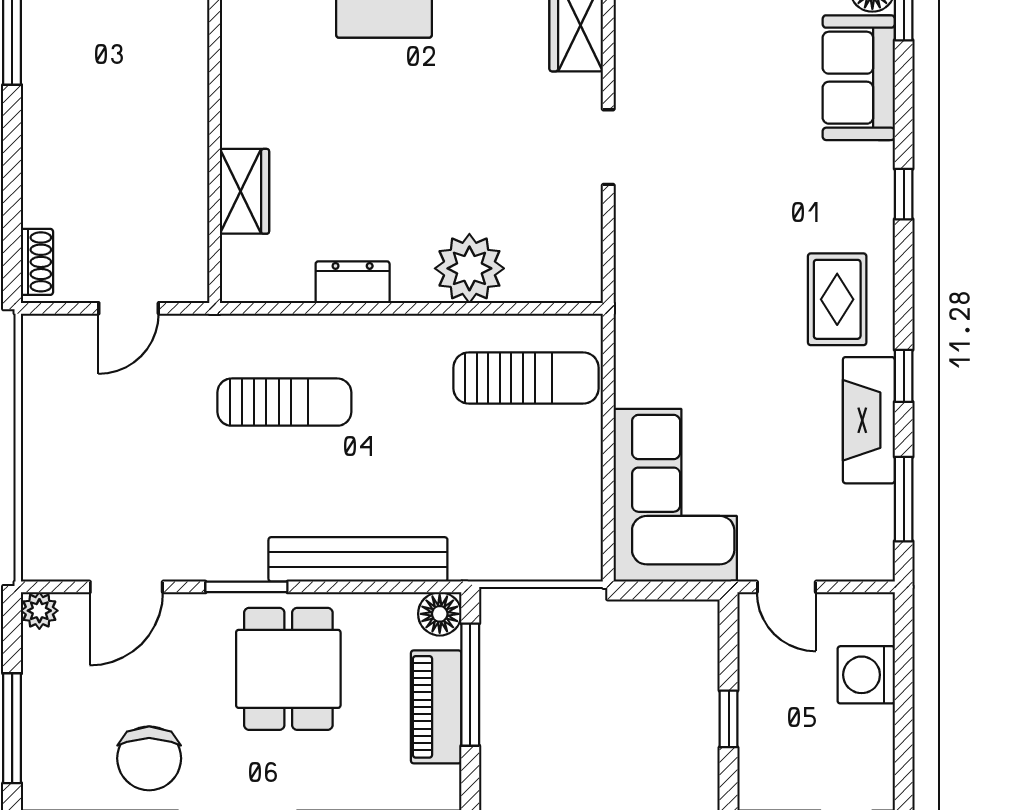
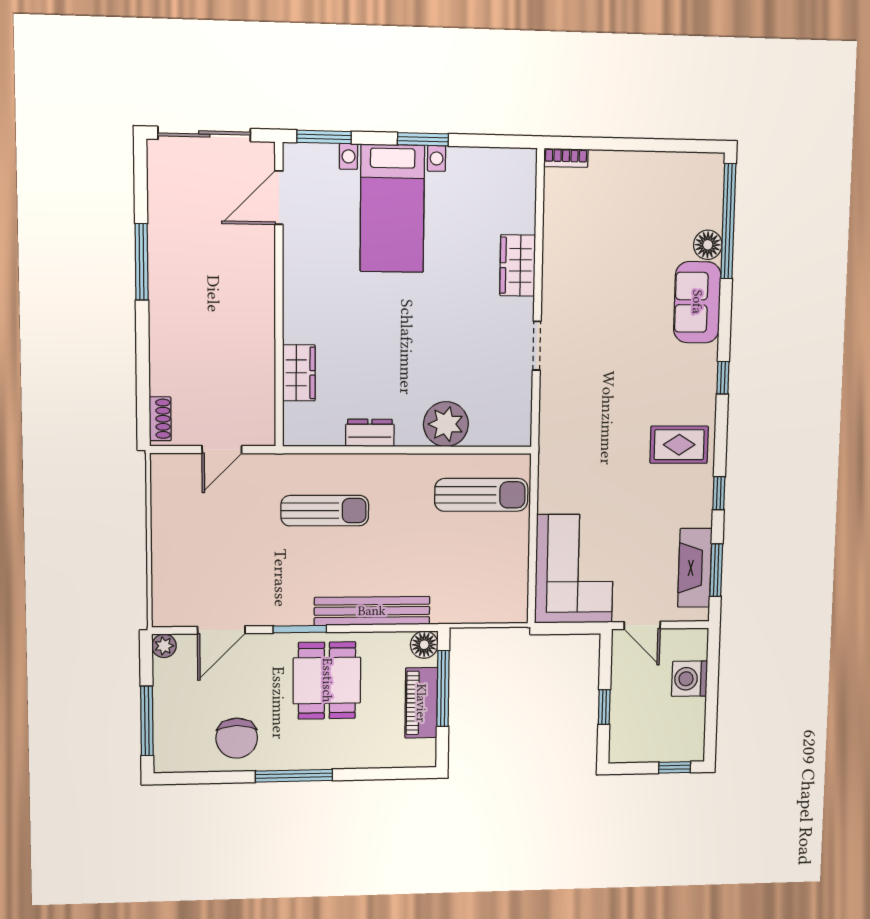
rug: (837, 299) -> (679, 445), turned 90
fireplace: (869, 420) -> (695, 568), moved

